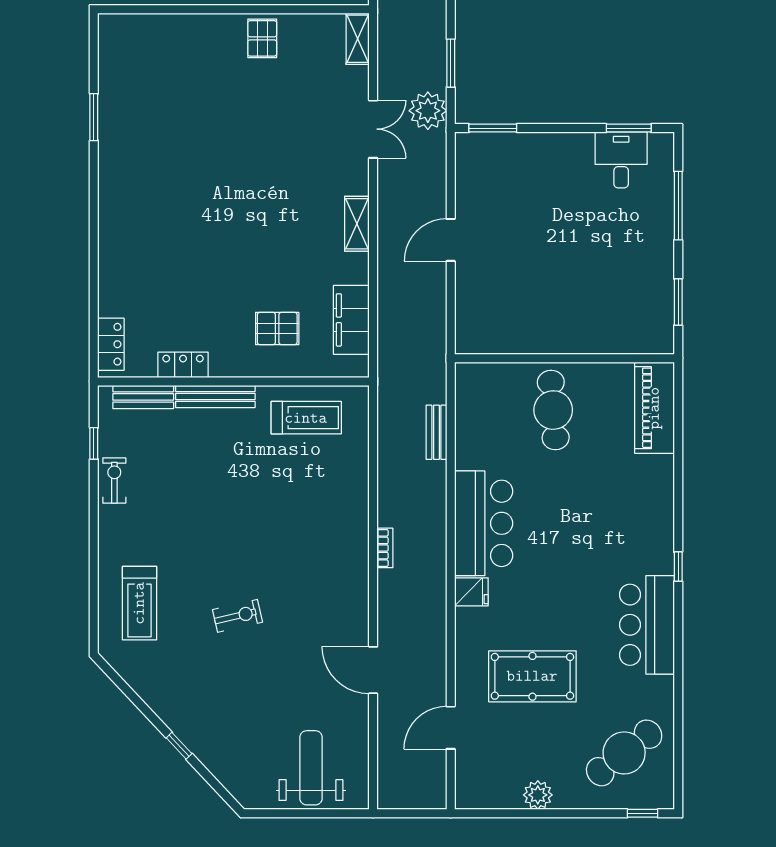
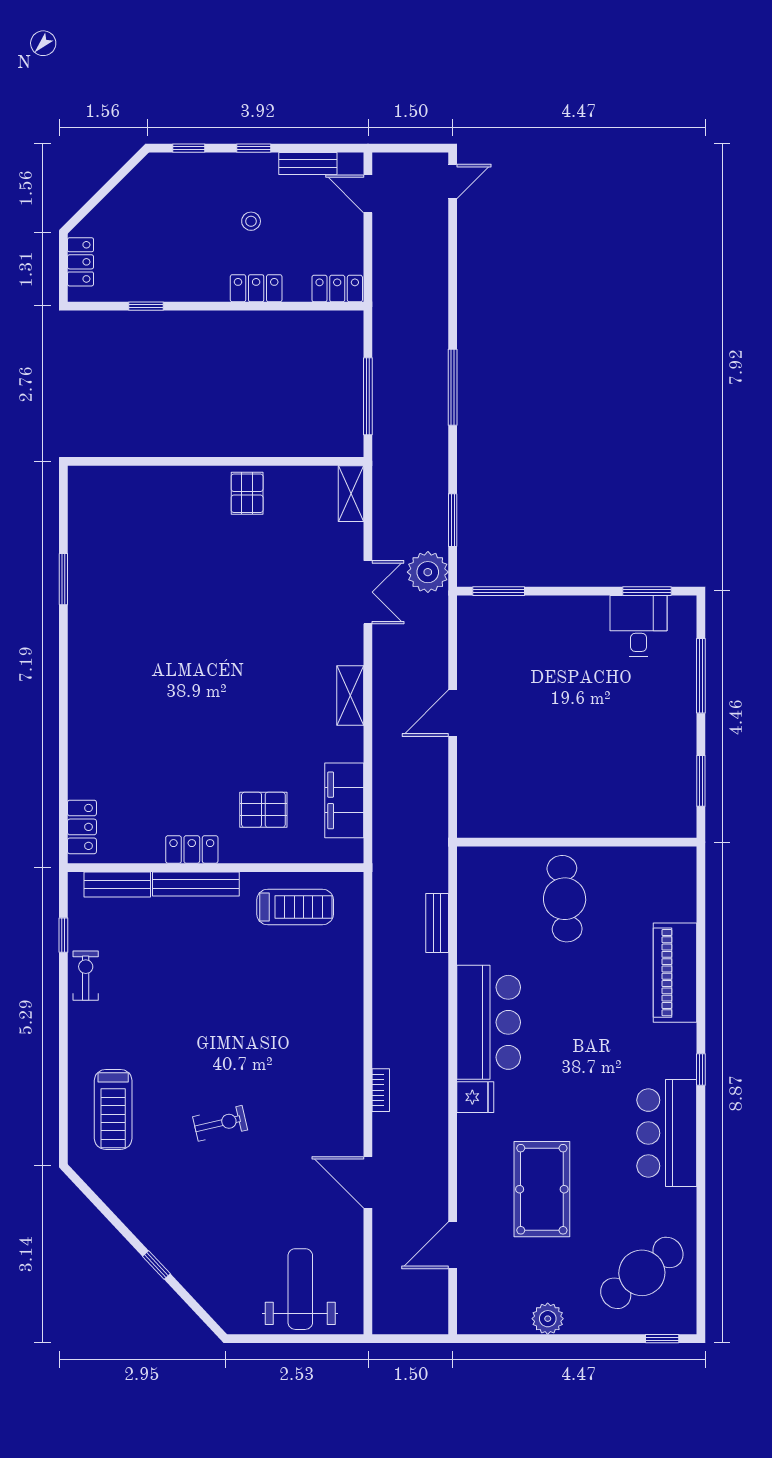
locker: (183, 365) -> (192, 849), moved
piano: (654, 408) -> (675, 973), moved
bookcase: (385, 548) -> (381, 1090), moved
pool table: (532, 676) -> (542, 1189), turned 90

